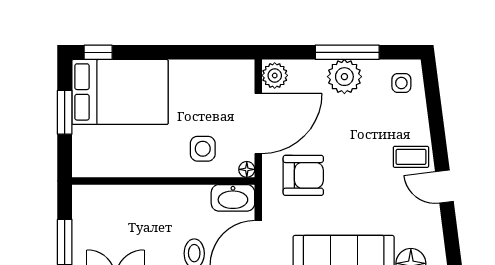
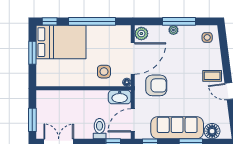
window: (180, 52) -> (92, 21), added
plant: (344, 77) -> (173, 30), width x0.53, depth x0.53

